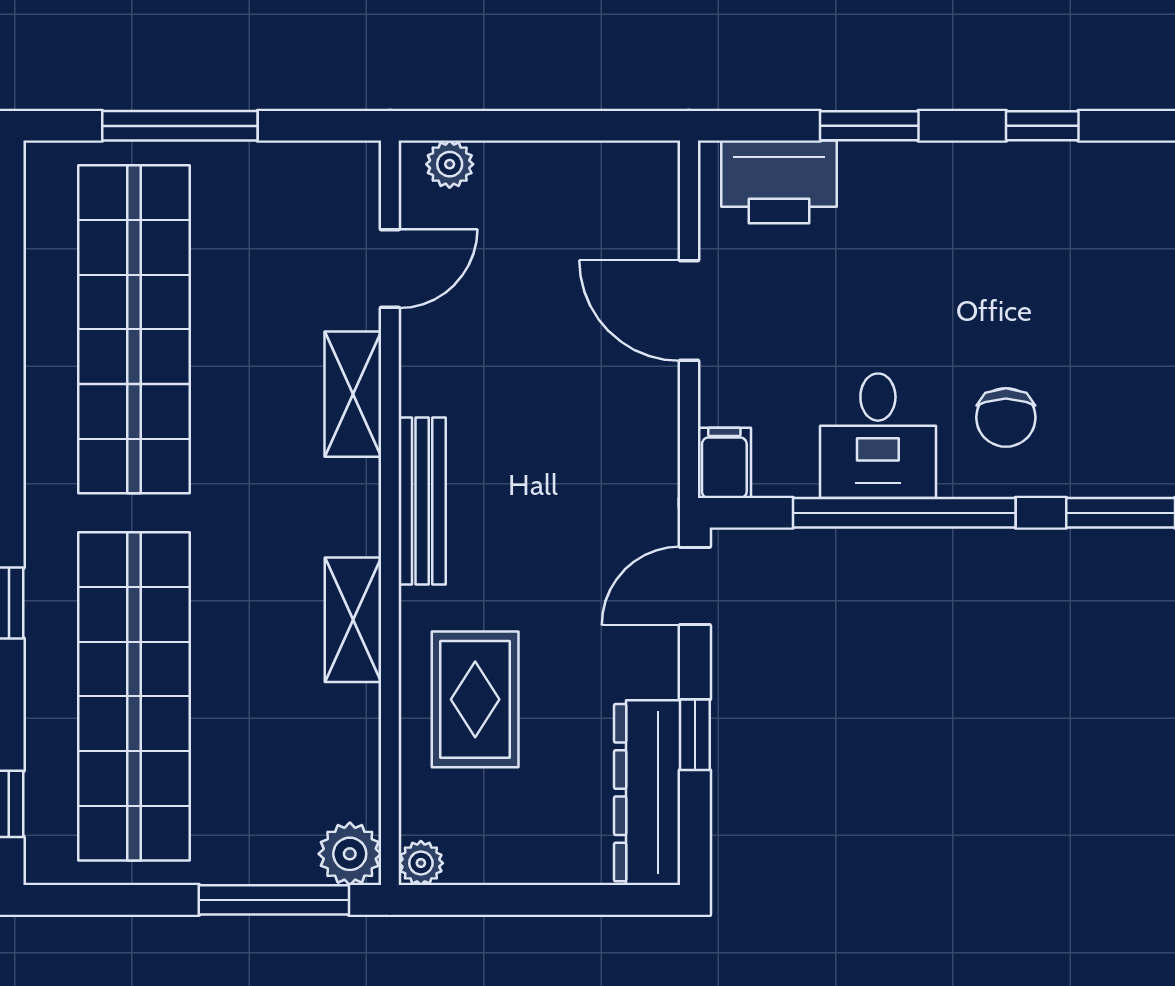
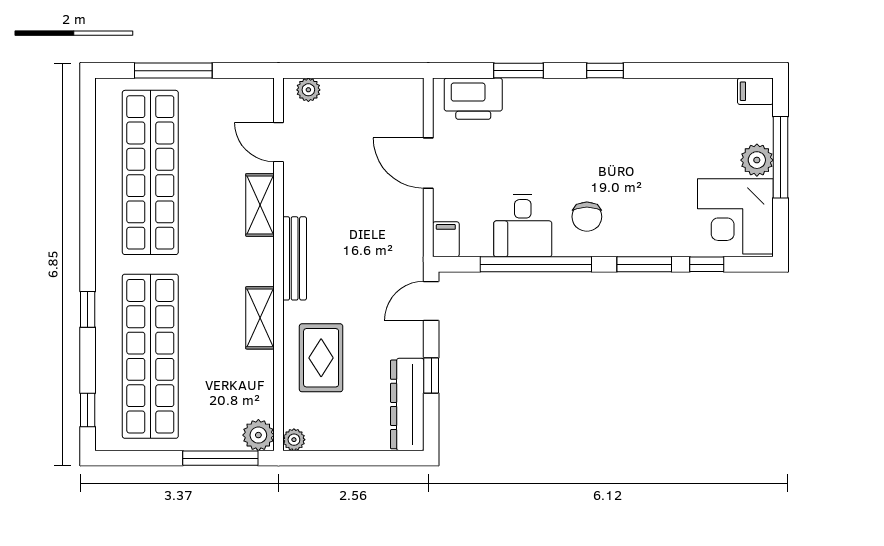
door: (390, 269) -> (278, 142), swing flipped

